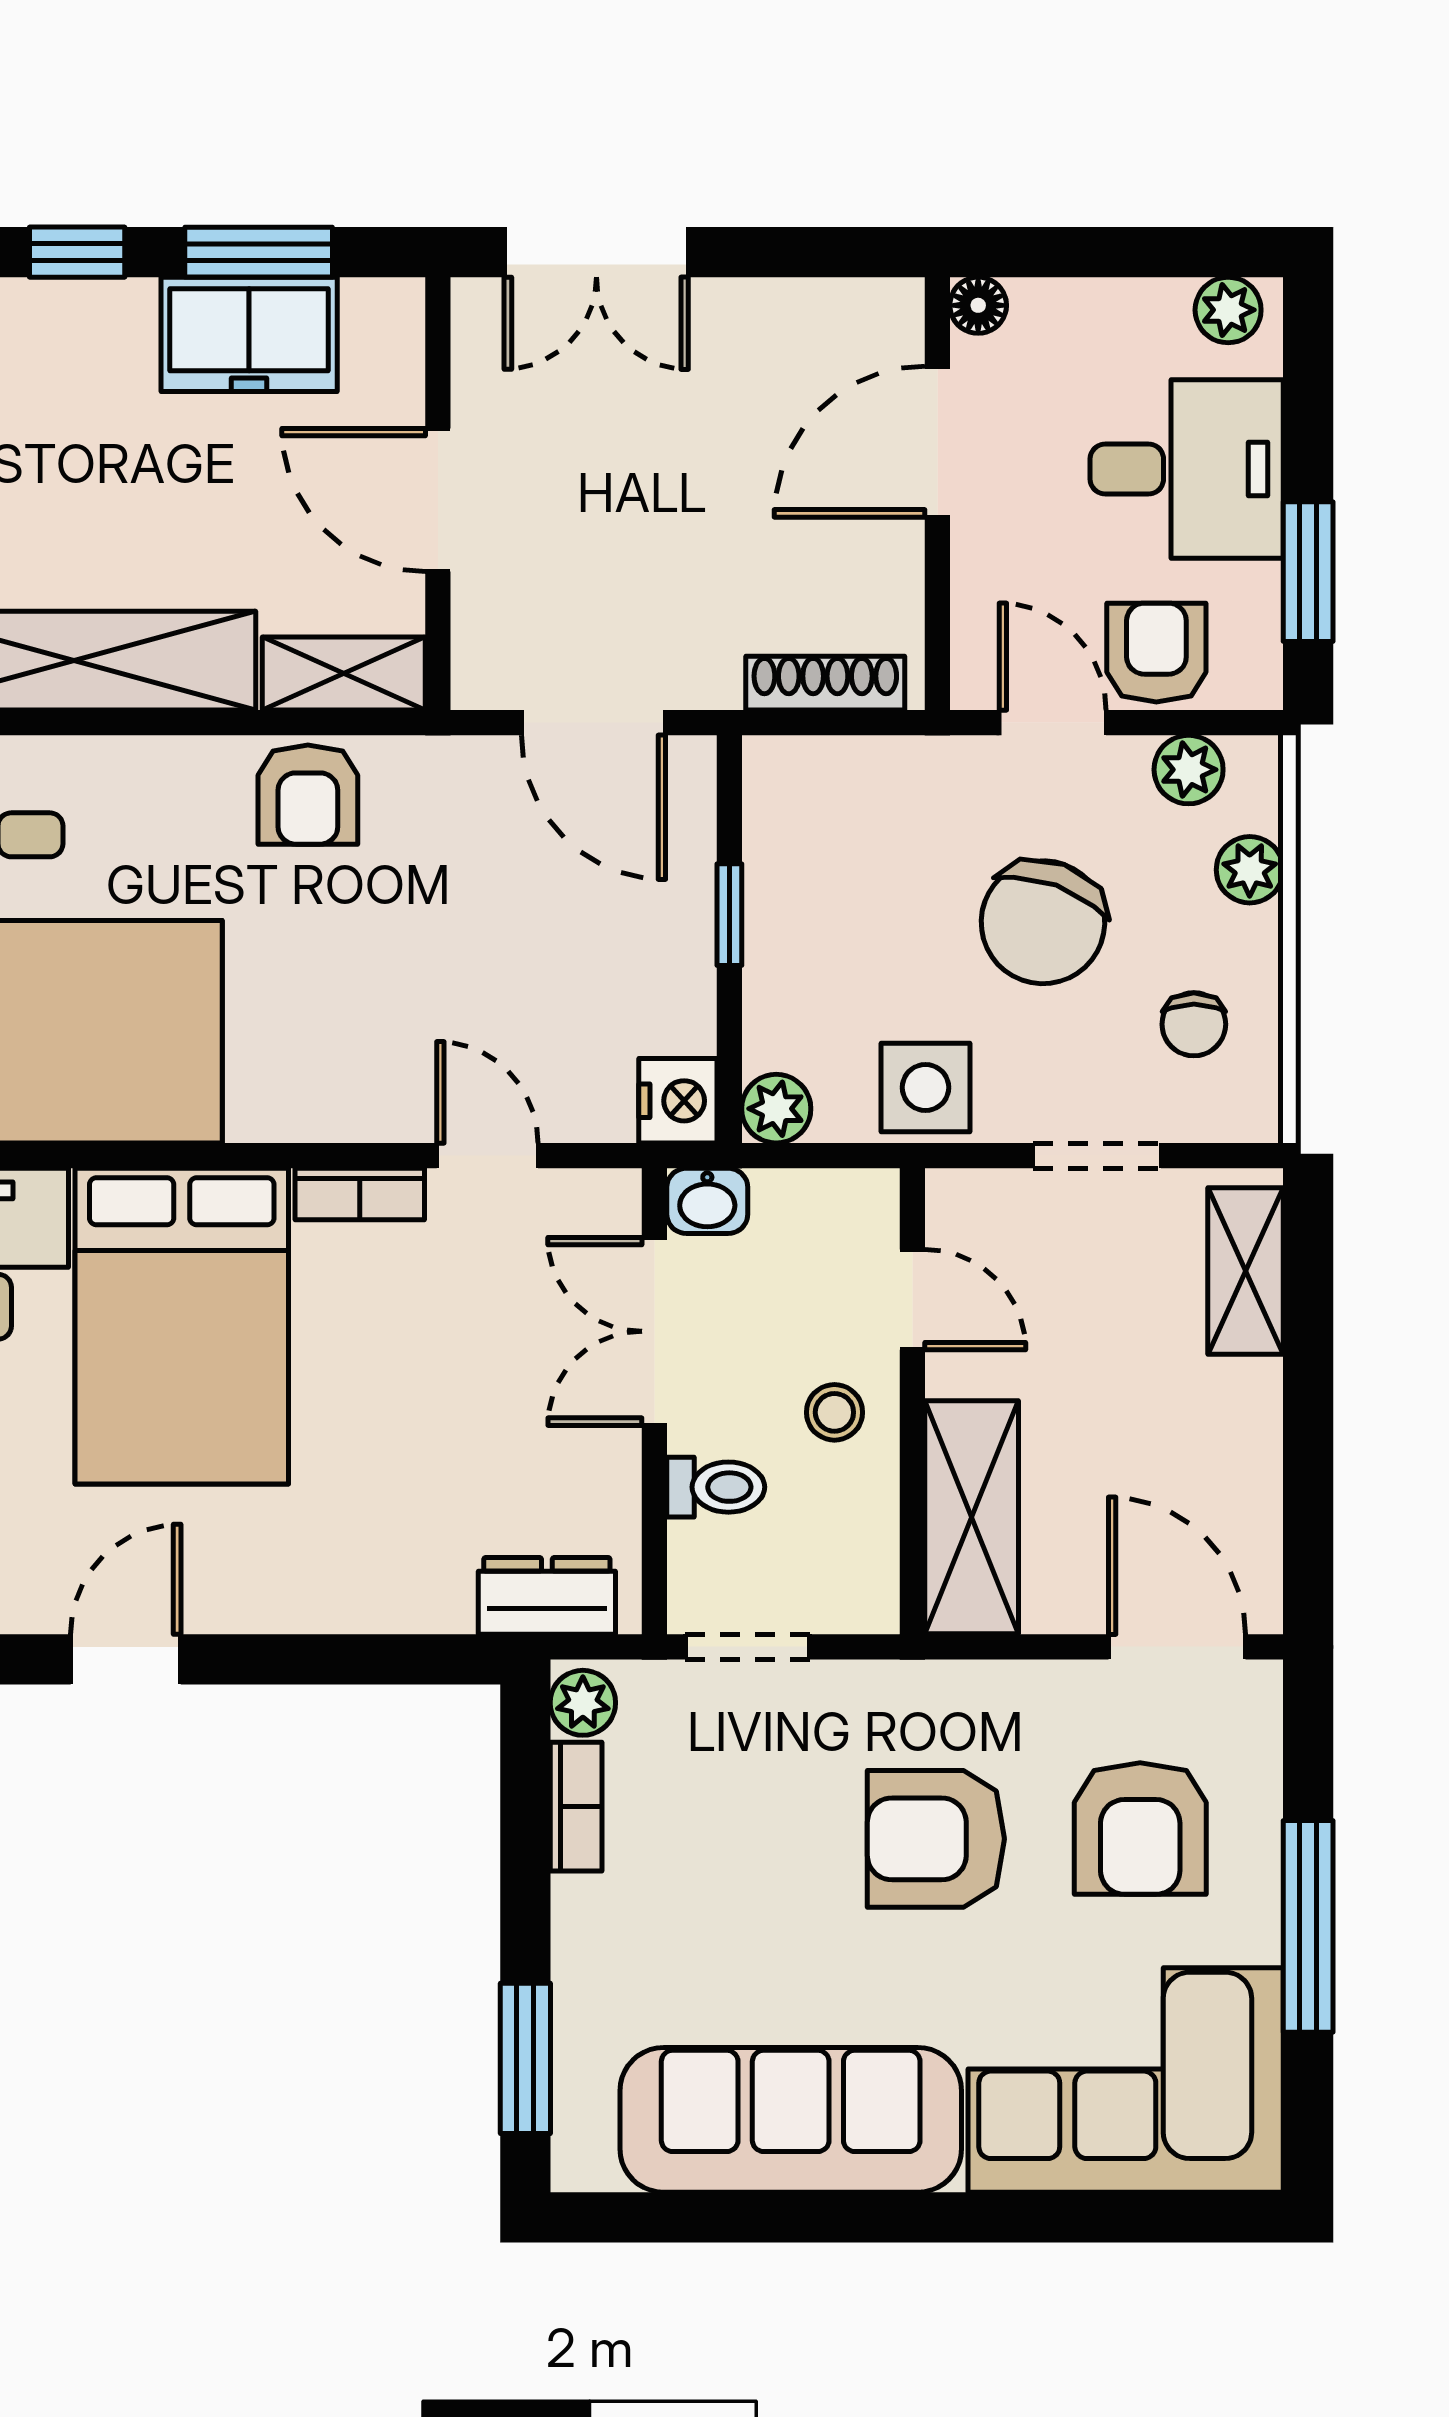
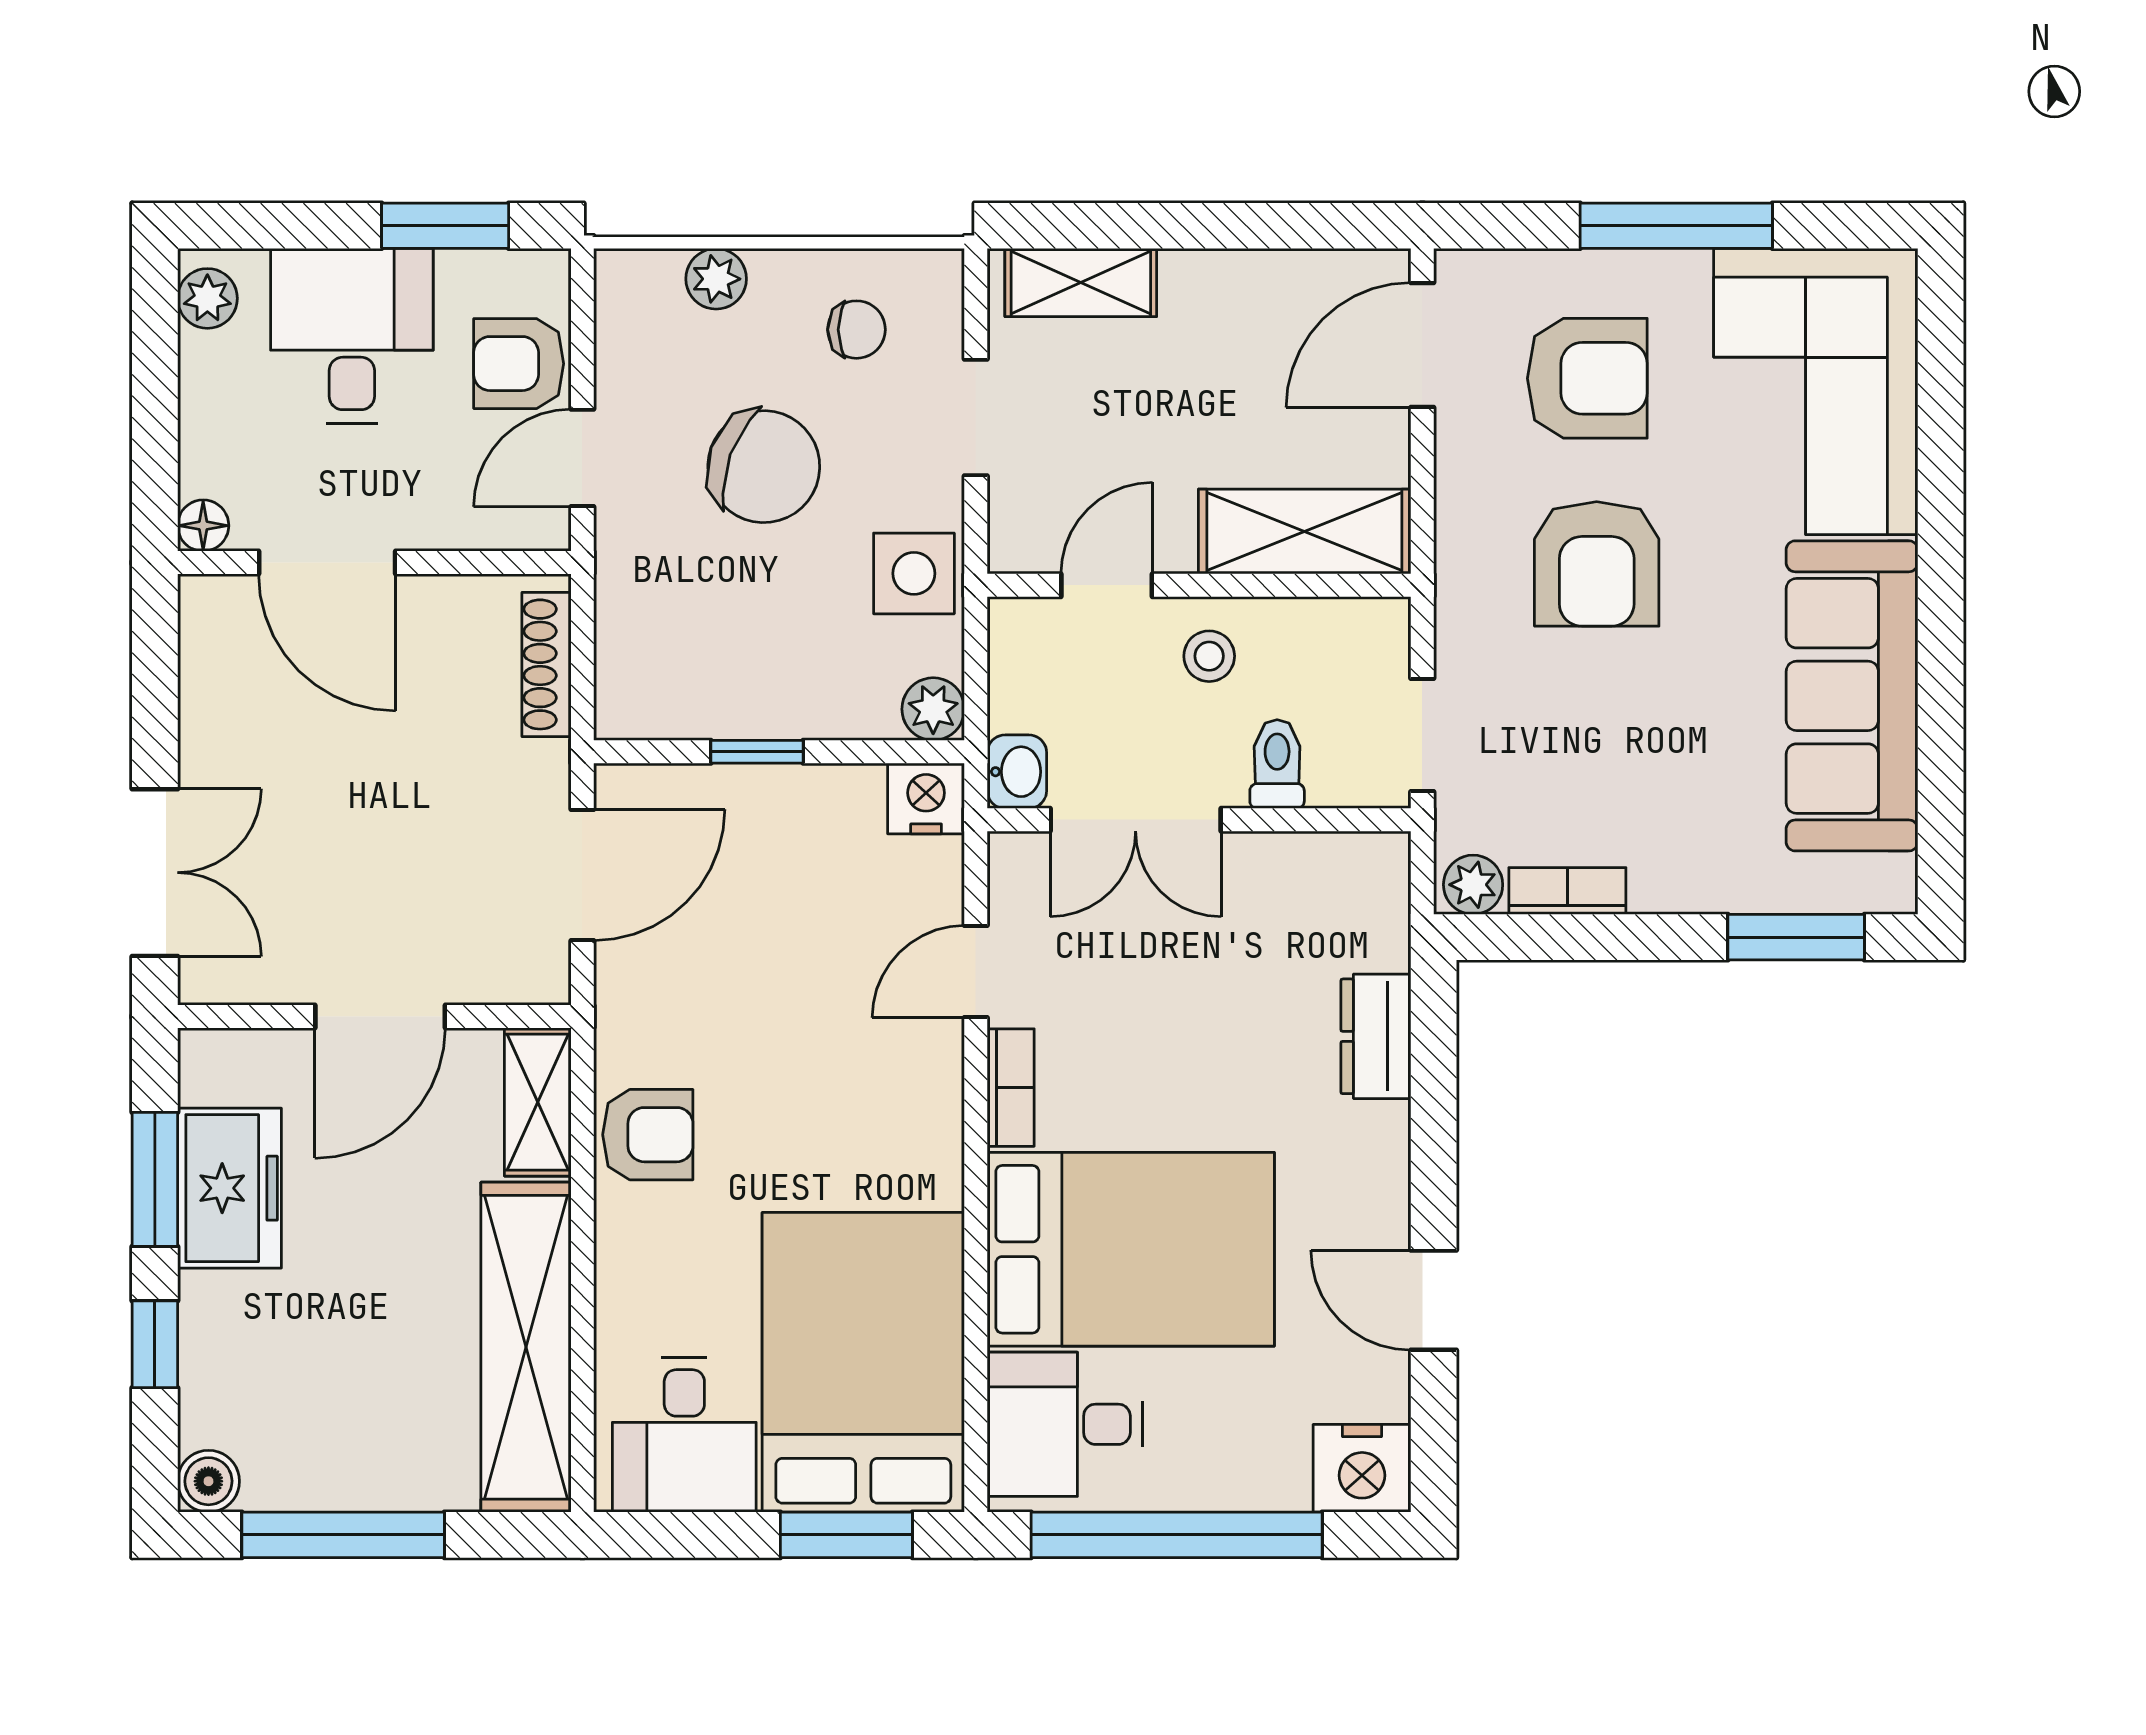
plant: (1189, 770) -> (625, 334), removed
dresser: (547, 1596) -> (1376, 1036), moved

